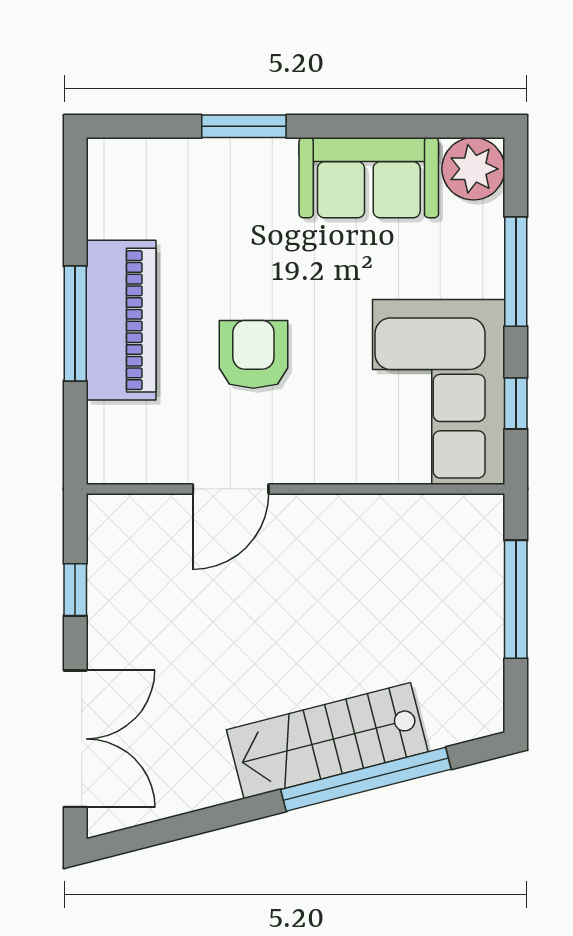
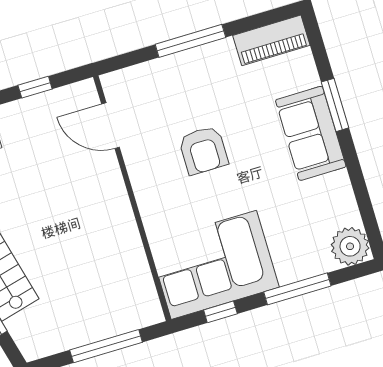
sofa: (369, 178) -> (311, 133), moved
piano: (121, 320) -> (271, 40), moved, width x0.73, depth x0.75
armchair: (253, 354) -> (203, 150), turned 90
door: (231, 489) -> (111, 126), moved

